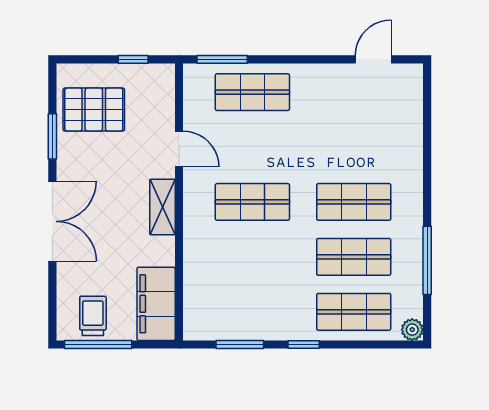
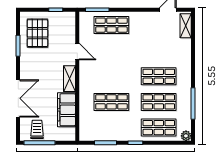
shelving: (411, 94) -> (186, 26), added
pallet: (94, 110) -> (37, 33), turned 90
shop shelf: (252, 202) -> (111, 102), moved
double door: (52, 221) -> (18, 98), moved
filing cabinet: (156, 304) -> (66, 110), moved

